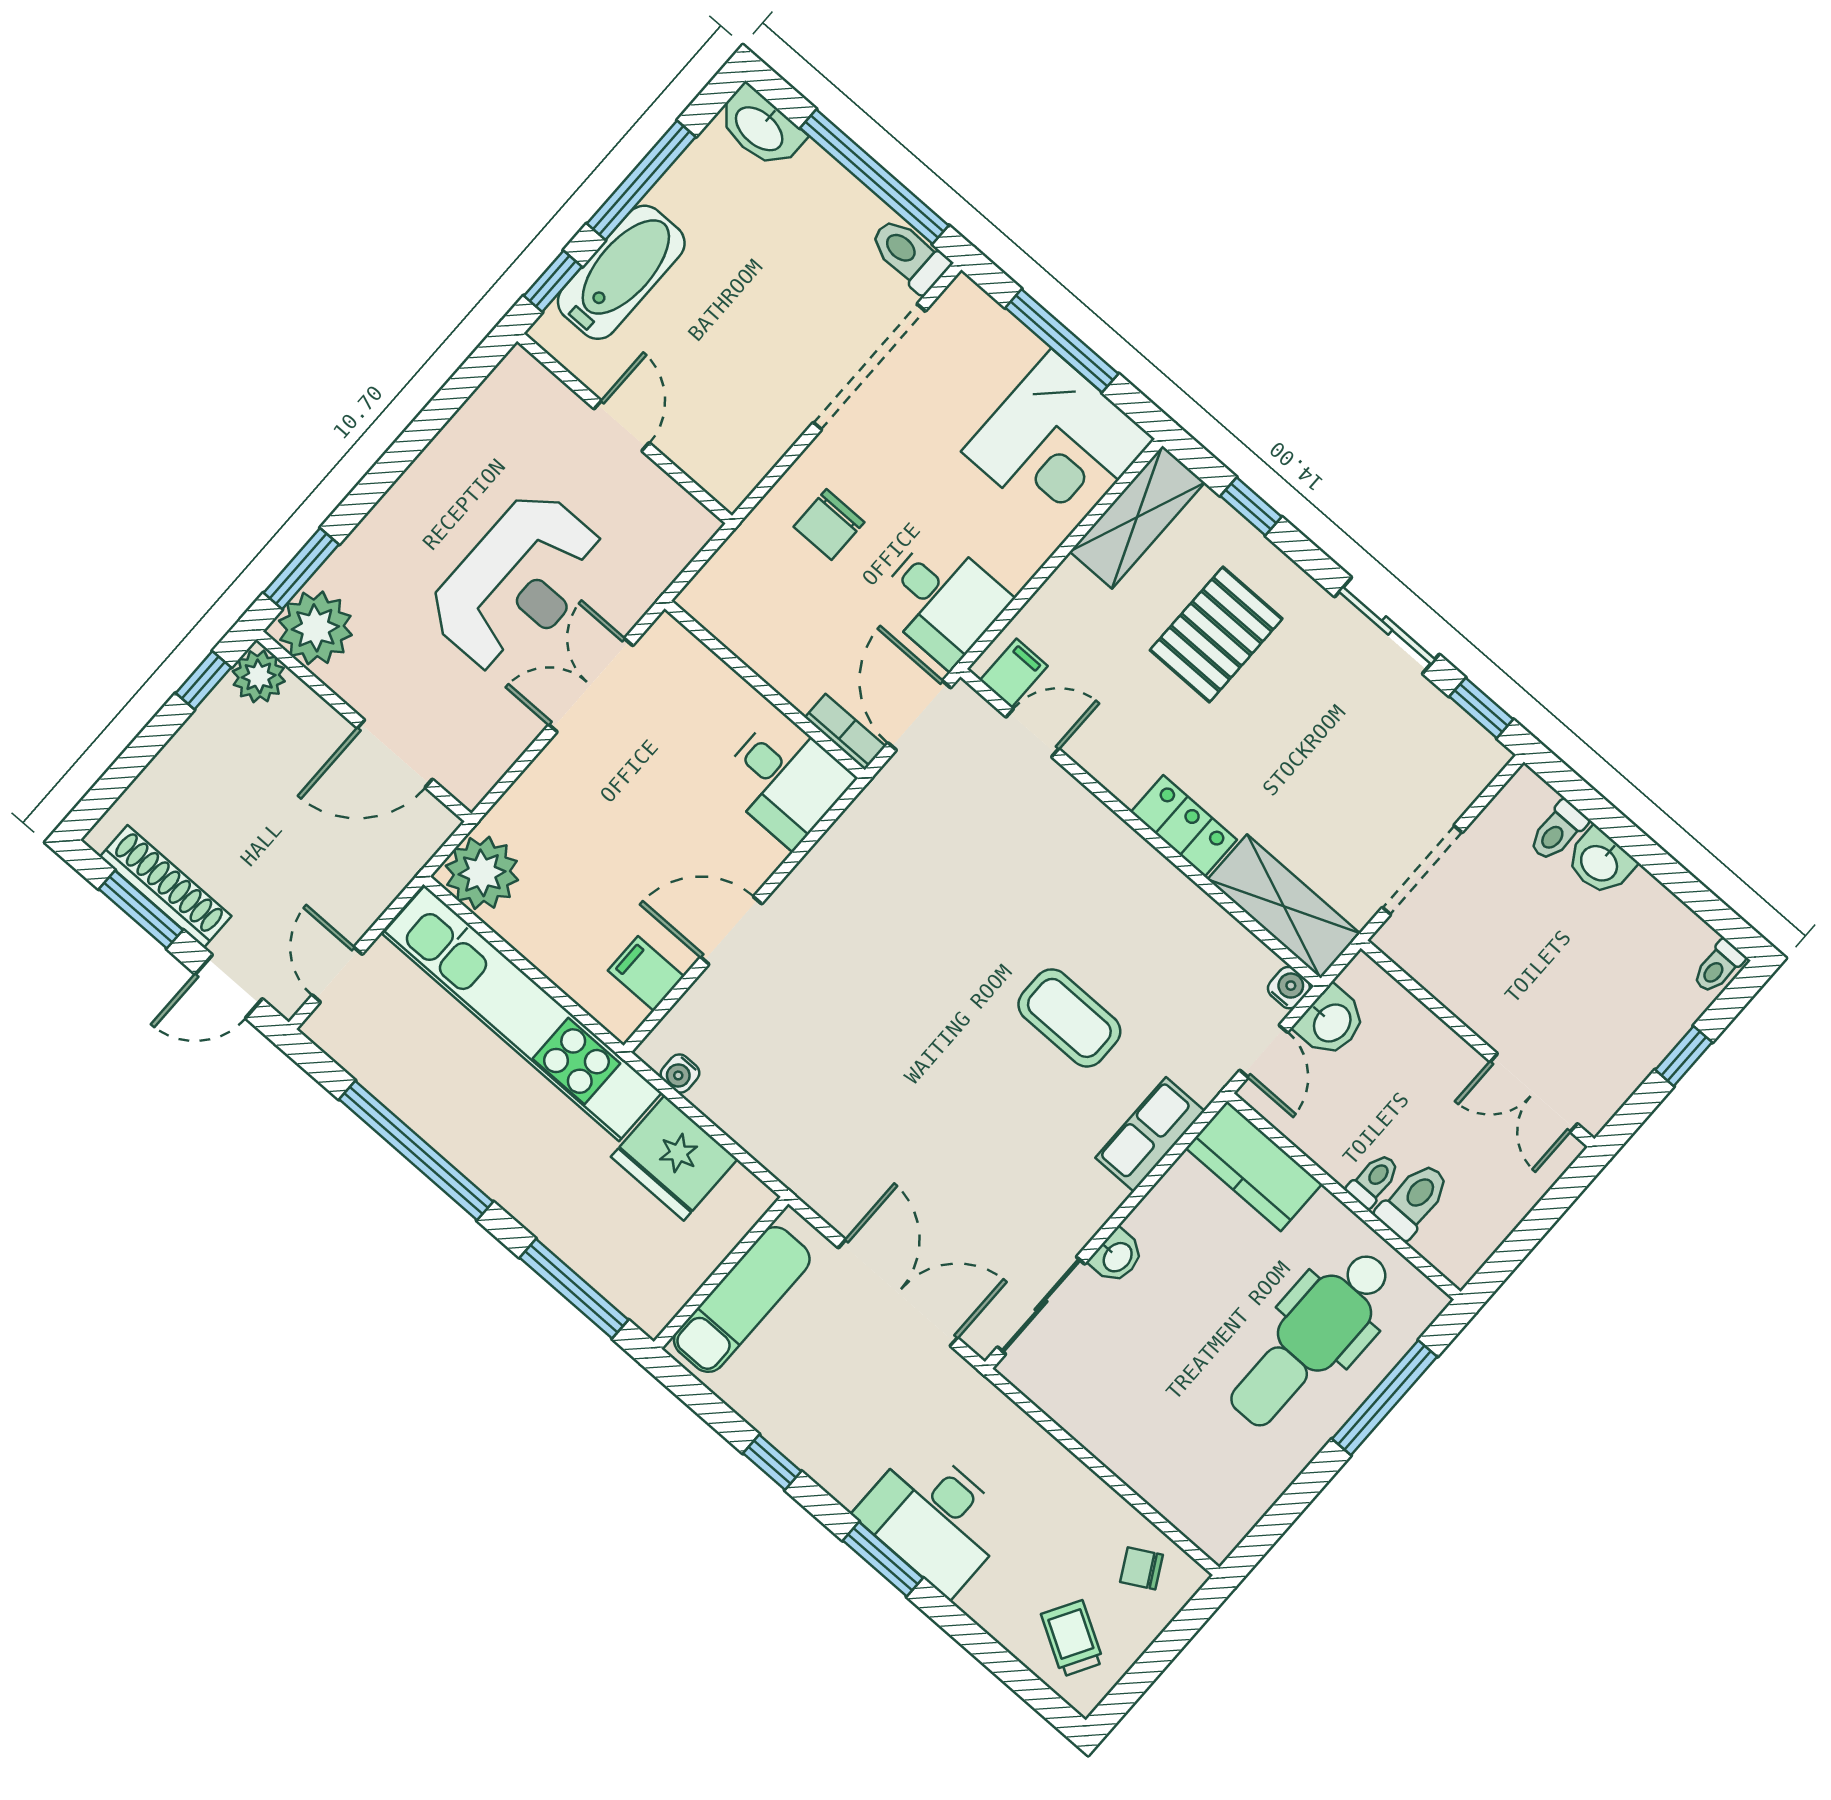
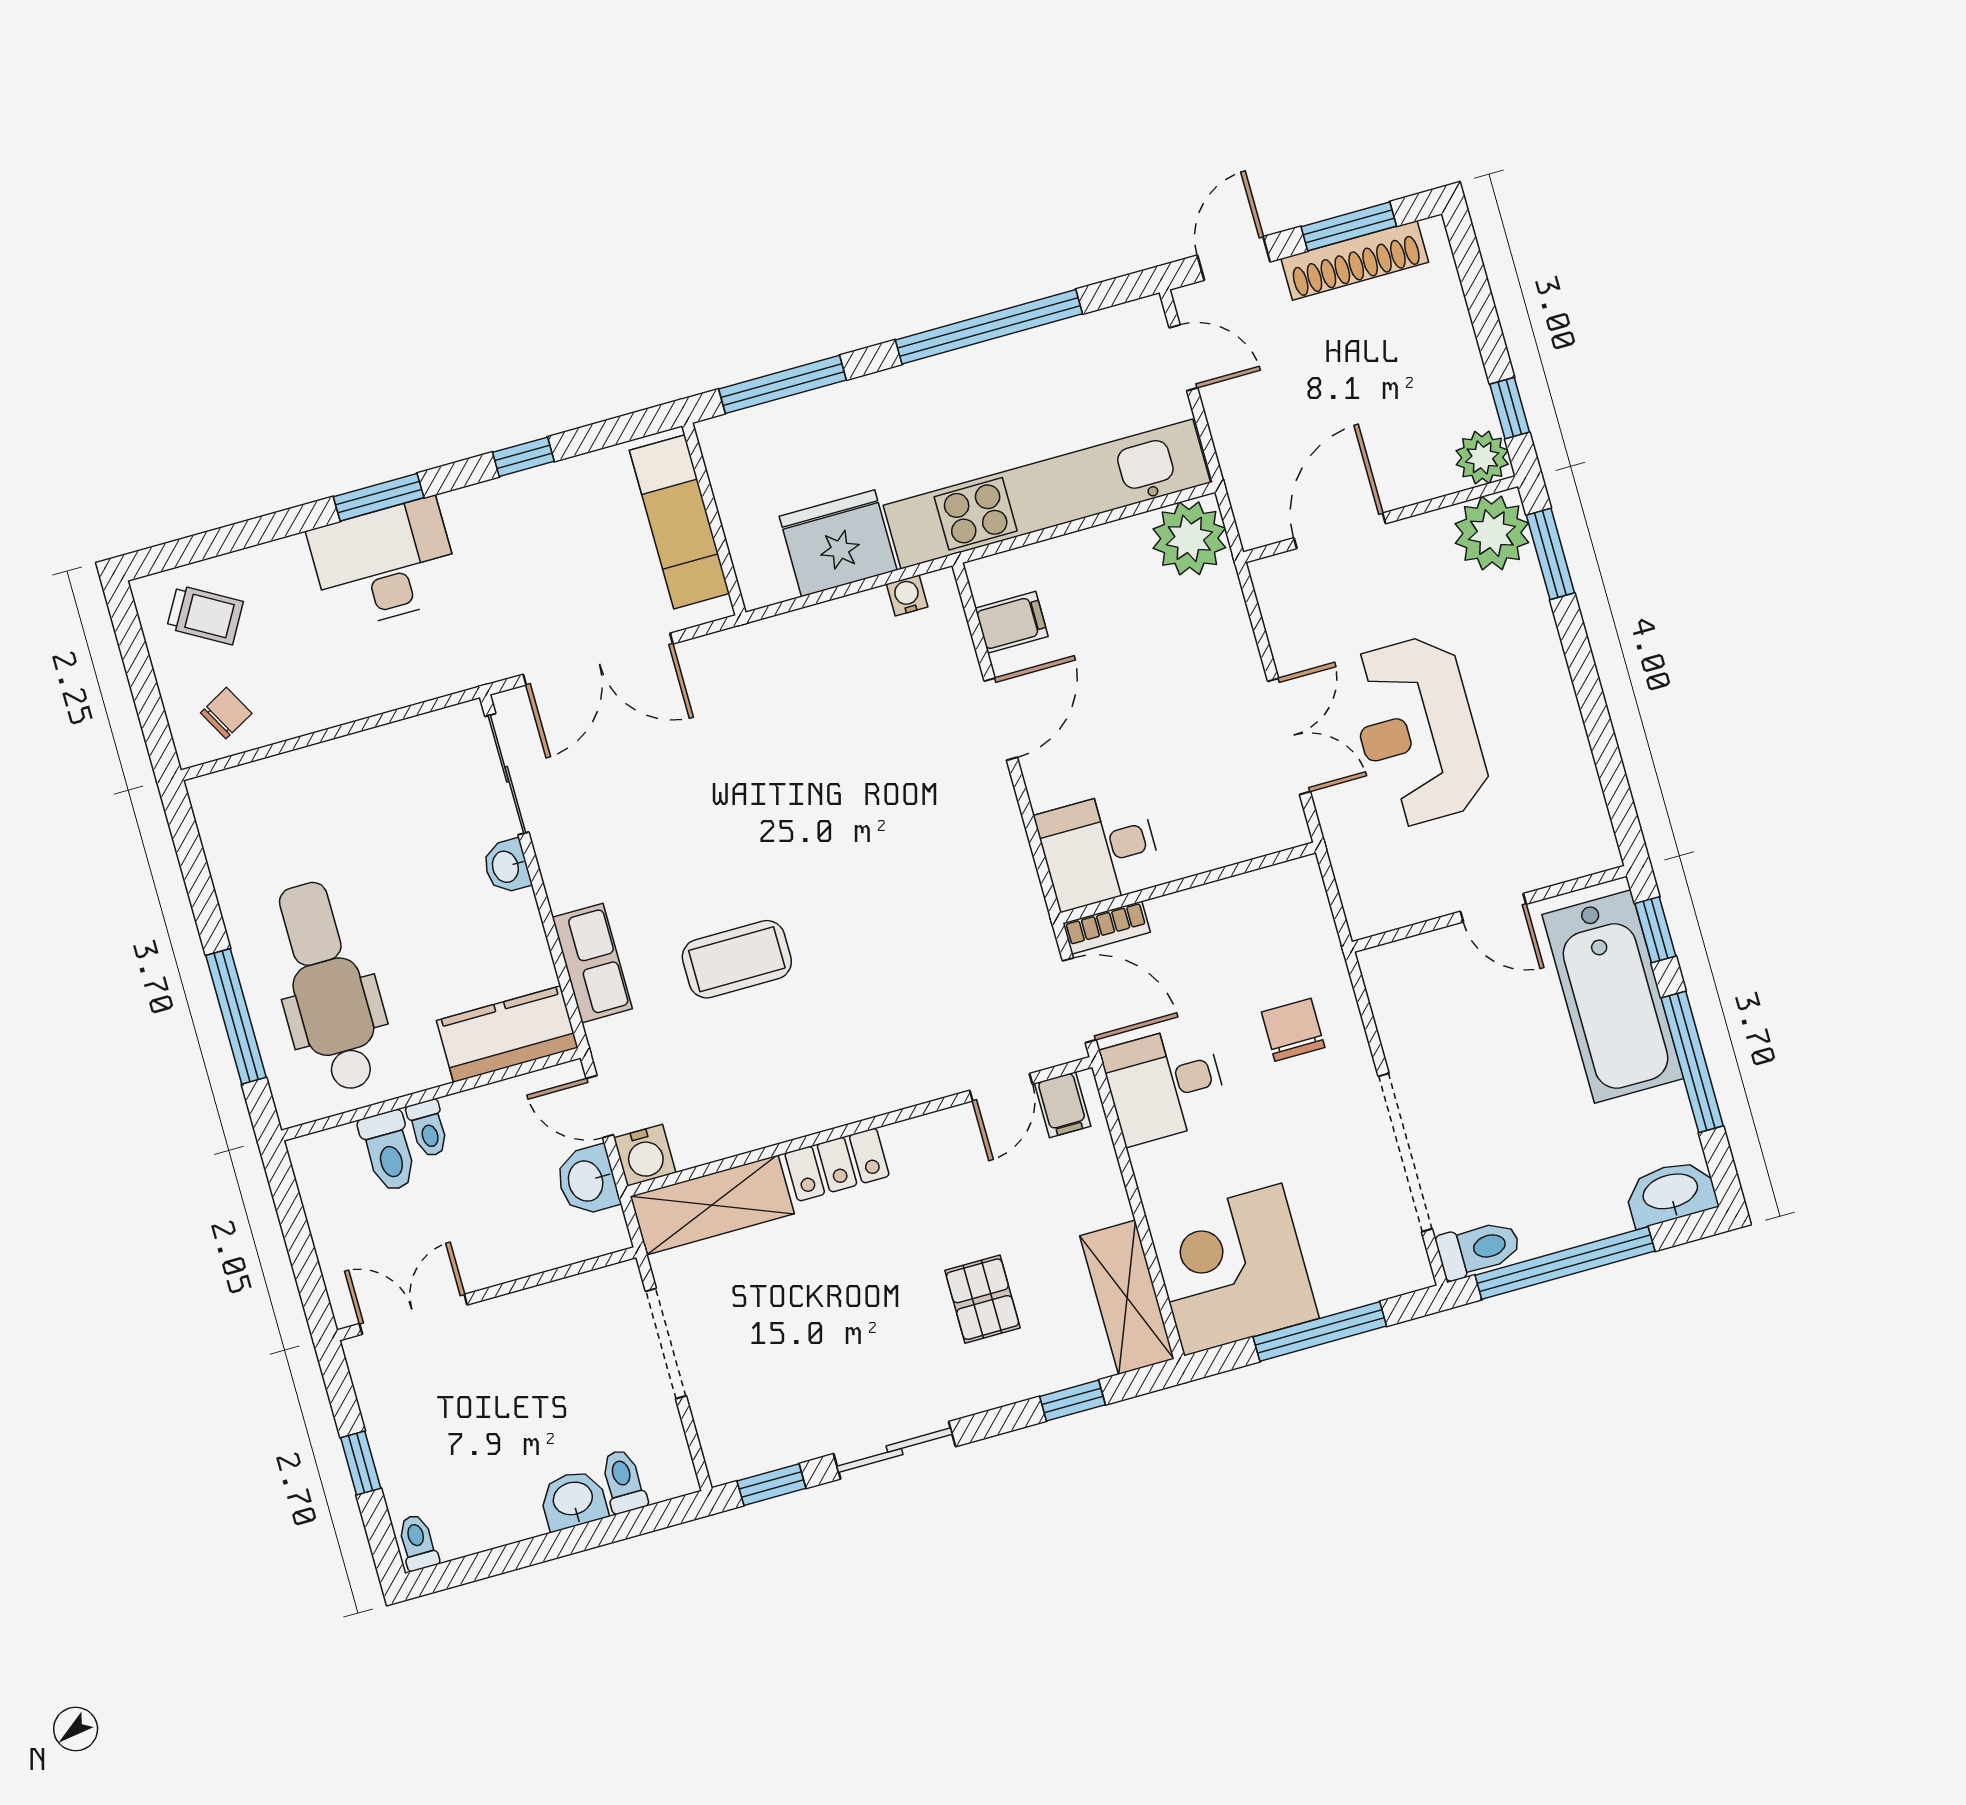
bathtub: (621, 272) -> (1613, 997), width x1.36, depth x1.36
pallet: (1216, 634) -> (983, 1299), width x0.67, depth x0.71
water cooler: (1289, 988) -> (645, 1155), width x1.38, depth x1.38

